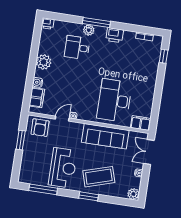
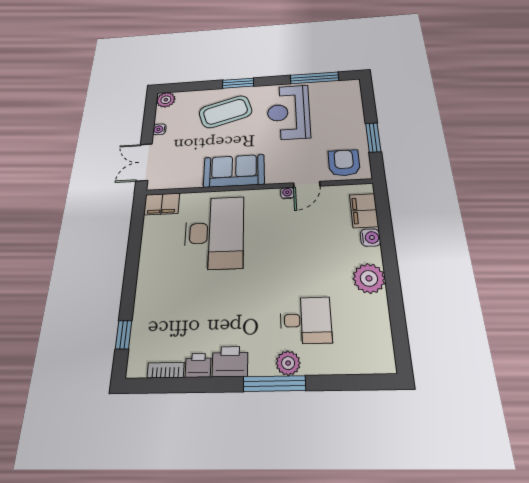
printer: (48, 24) -> (198, 365), moved
sofa: (105, 136) -> (234, 171), width x0.73
double door: (149, 152) -> (144, 162), swing flipped

